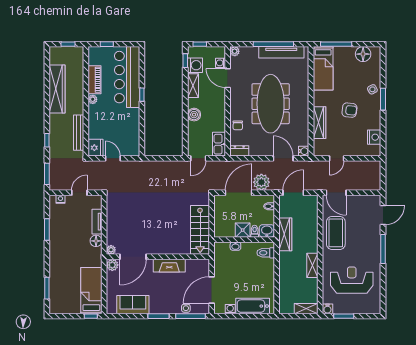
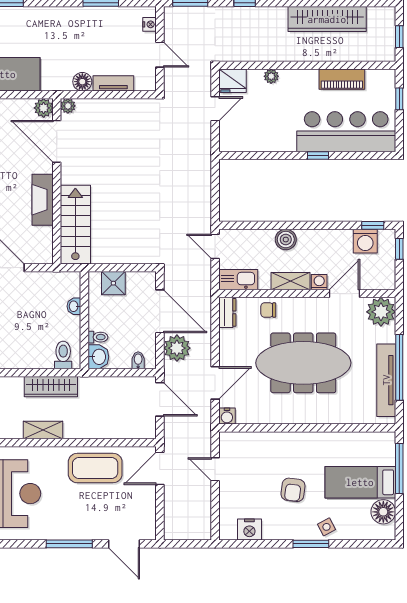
plant: (235, 51) -> (381, 312), width x1.87, depth x1.87
washing machine: (220, 63) -> (319, 282), moved
bed: (323, 68) -> (360, 482), moved
shelving: (193, 86) -> (291, 281), moved
plant: (93, 99) -> (271, 76), moved
wardrobe: (319, 123) -> (273, 442), removed
bench: (79, 133) -> (257, 54), removed
stairs: (200, 230) -> (75, 225), moved, turned 90
shower: (243, 230) -> (113, 283), moved
wardrobe: (285, 234) -> (51, 387), moved

